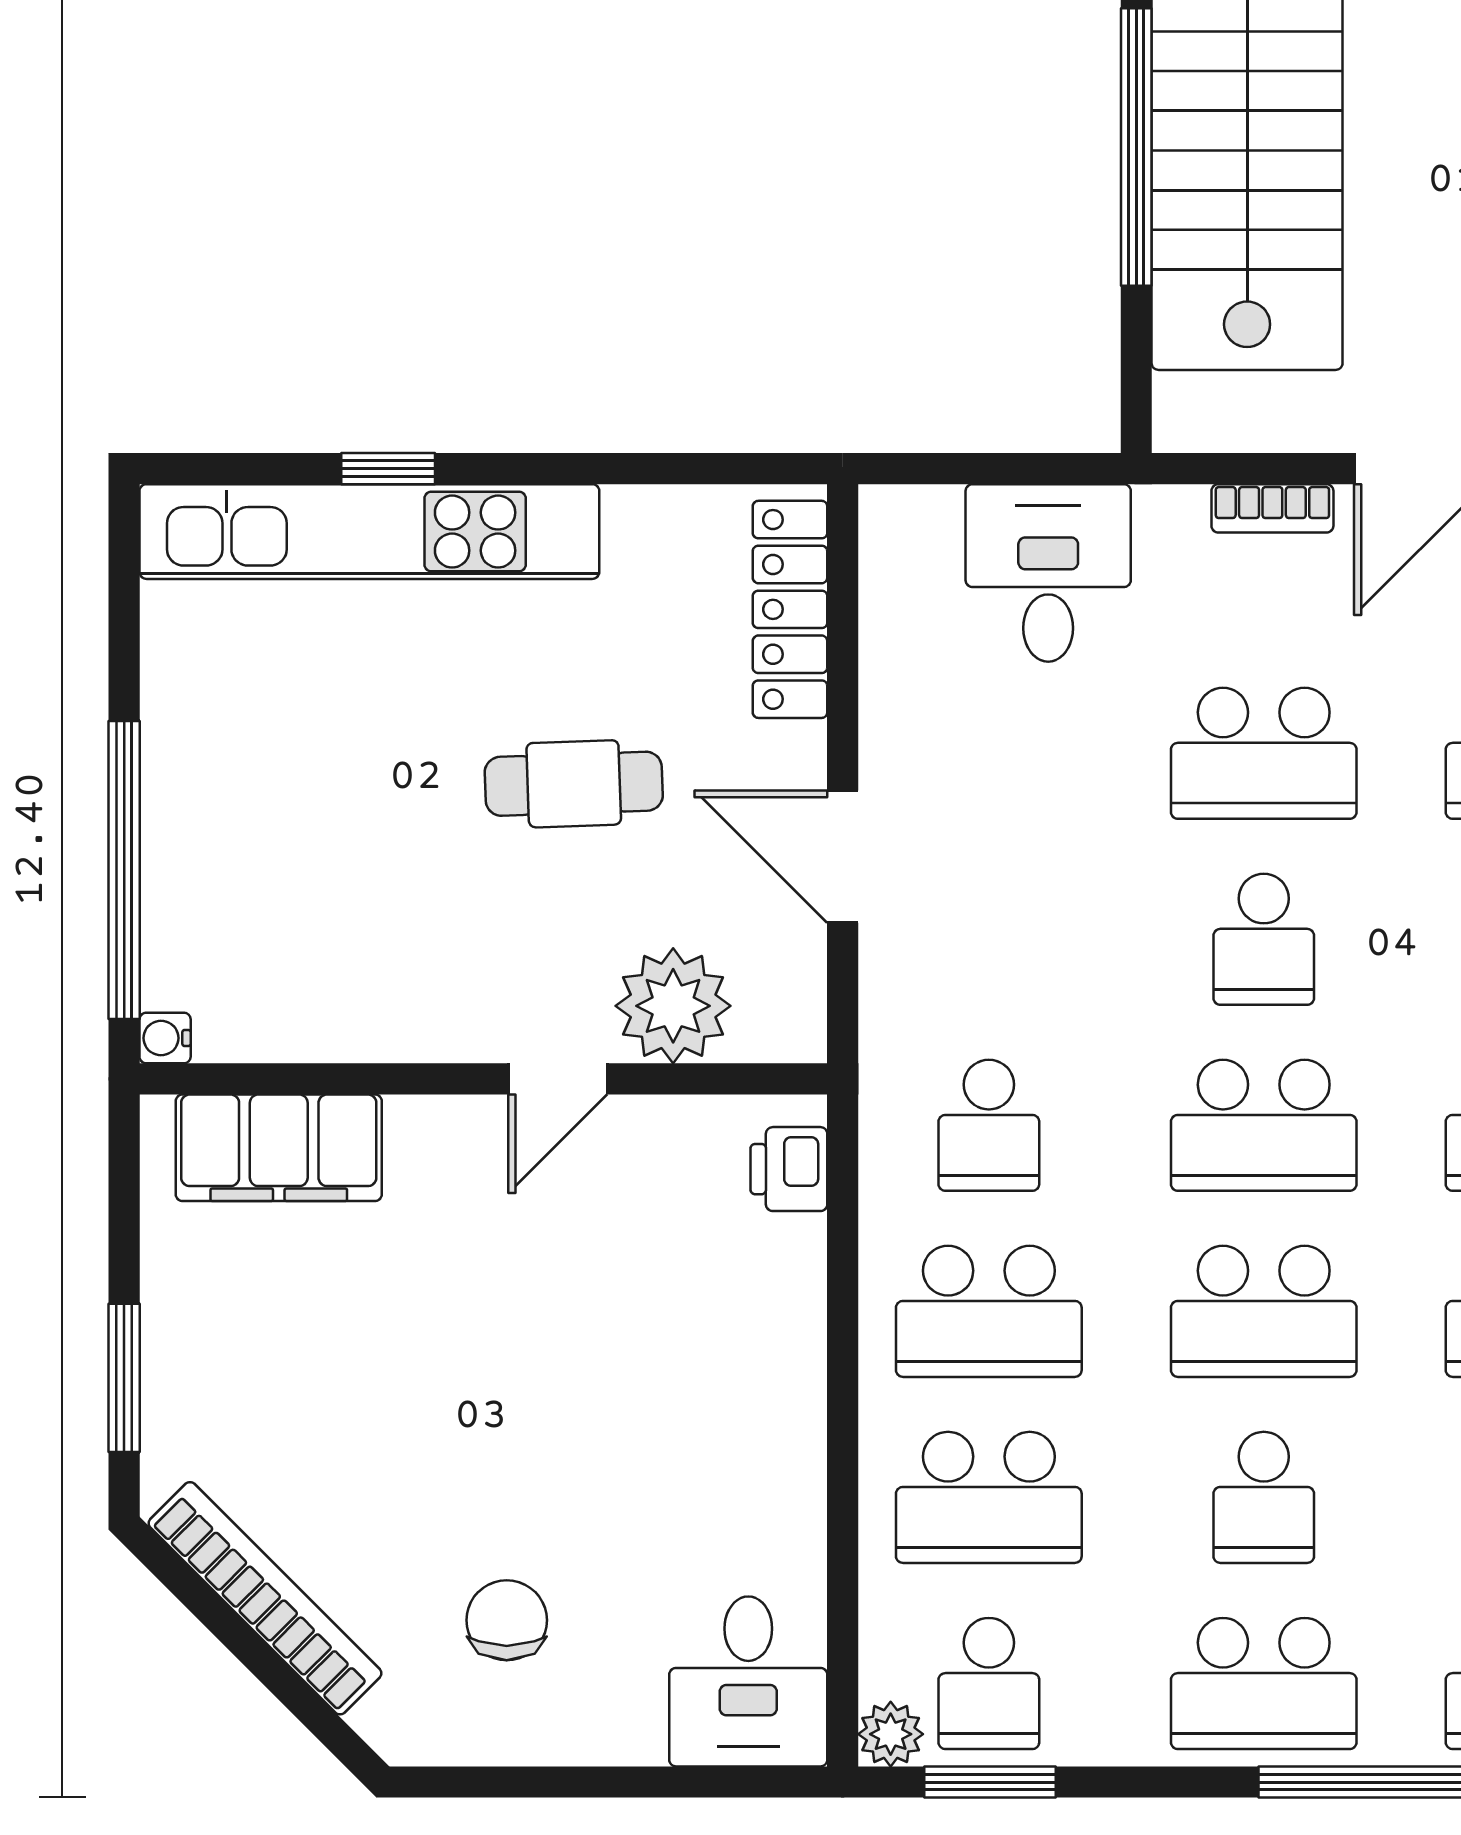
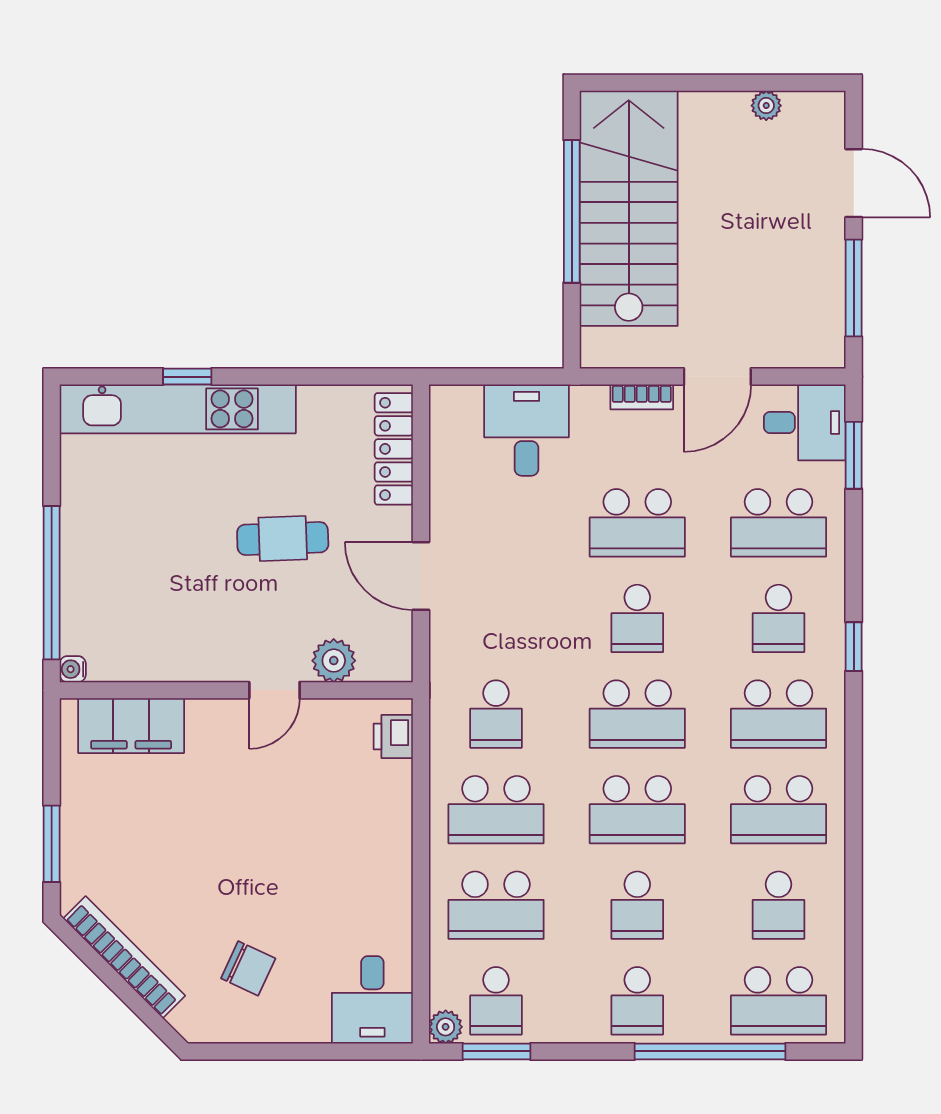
plant: (673, 1006) -> (334, 661), width x0.73, depth x0.73
chair: (507, 1620) -> (248, 968), turned 115
school desk: (1264, 1683) -> (637, 1001), width x0.54

